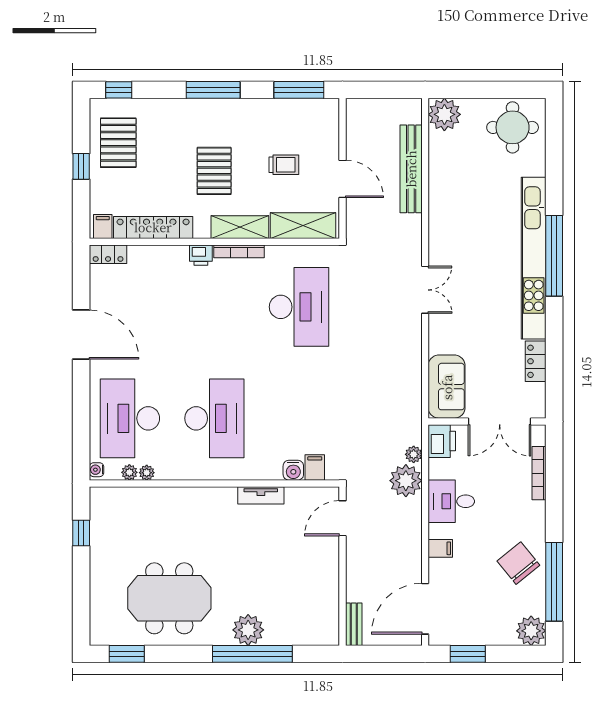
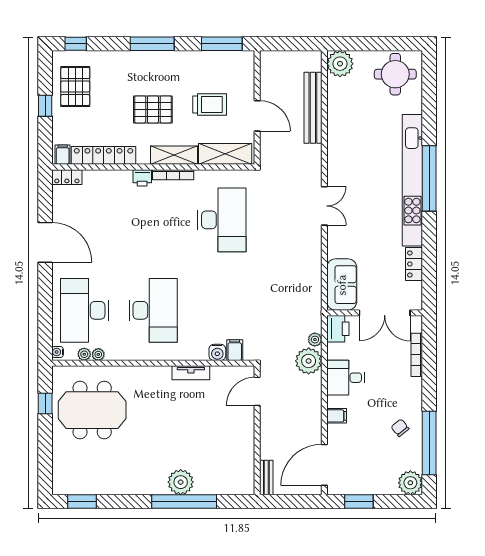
trolley: (284, 165) -> (210, 104), width x1.36, depth x1.39
pallet: (214, 171) -> (153, 109), turned 90
chair: (518, 563) -> (400, 428), width x0.54, depth x0.54
meeting table: (169, 598) -> (92, 410), moved

